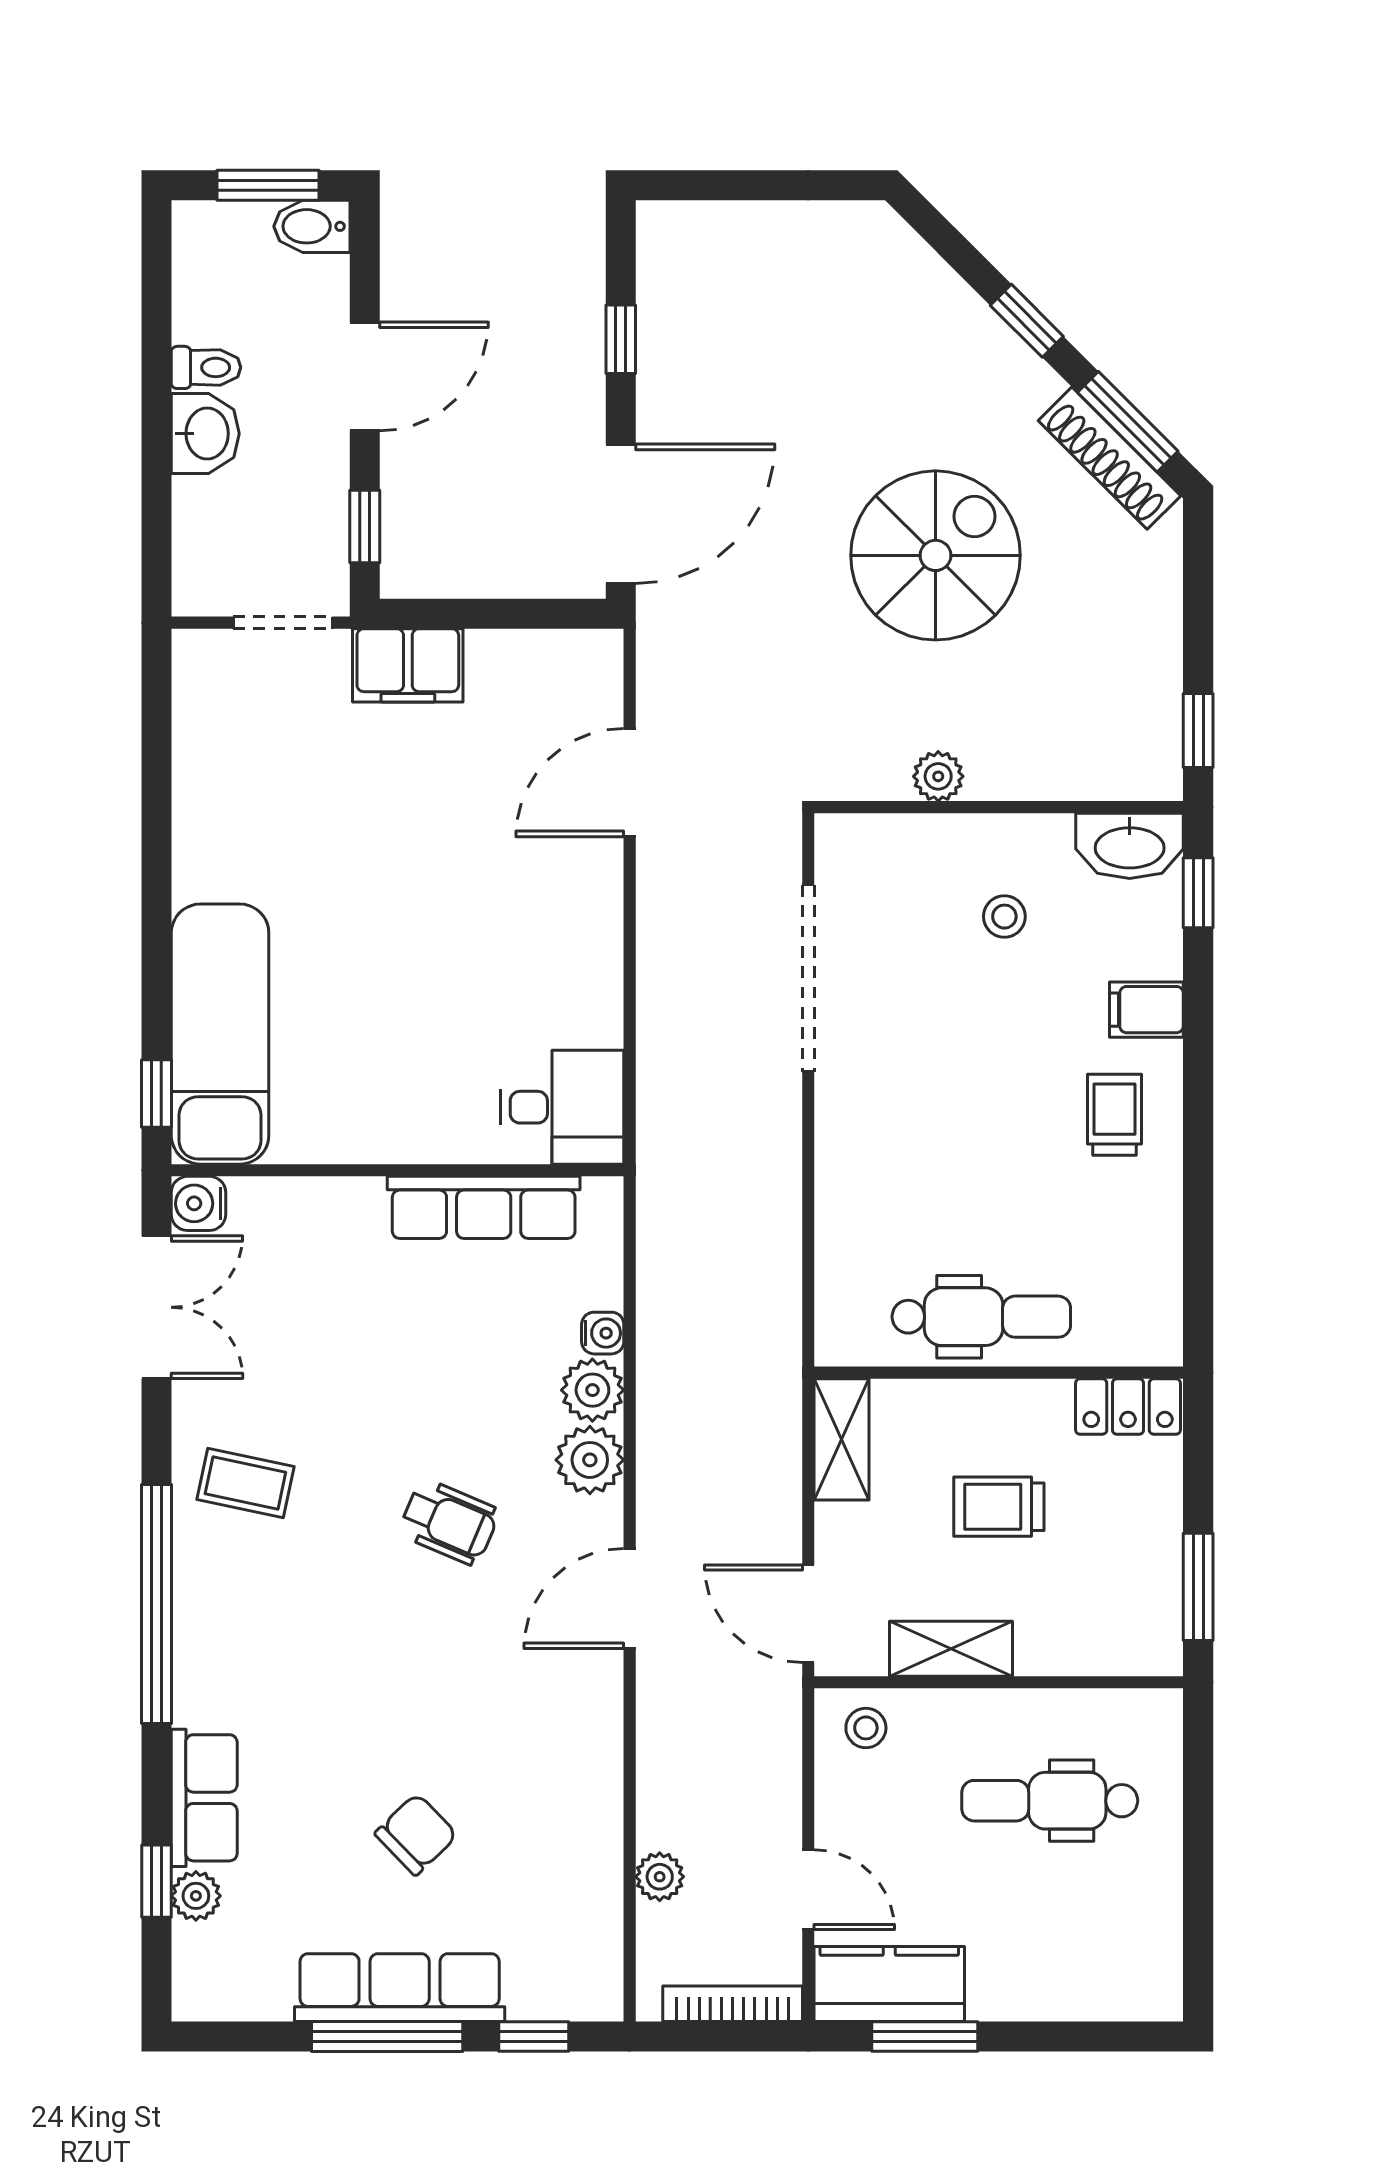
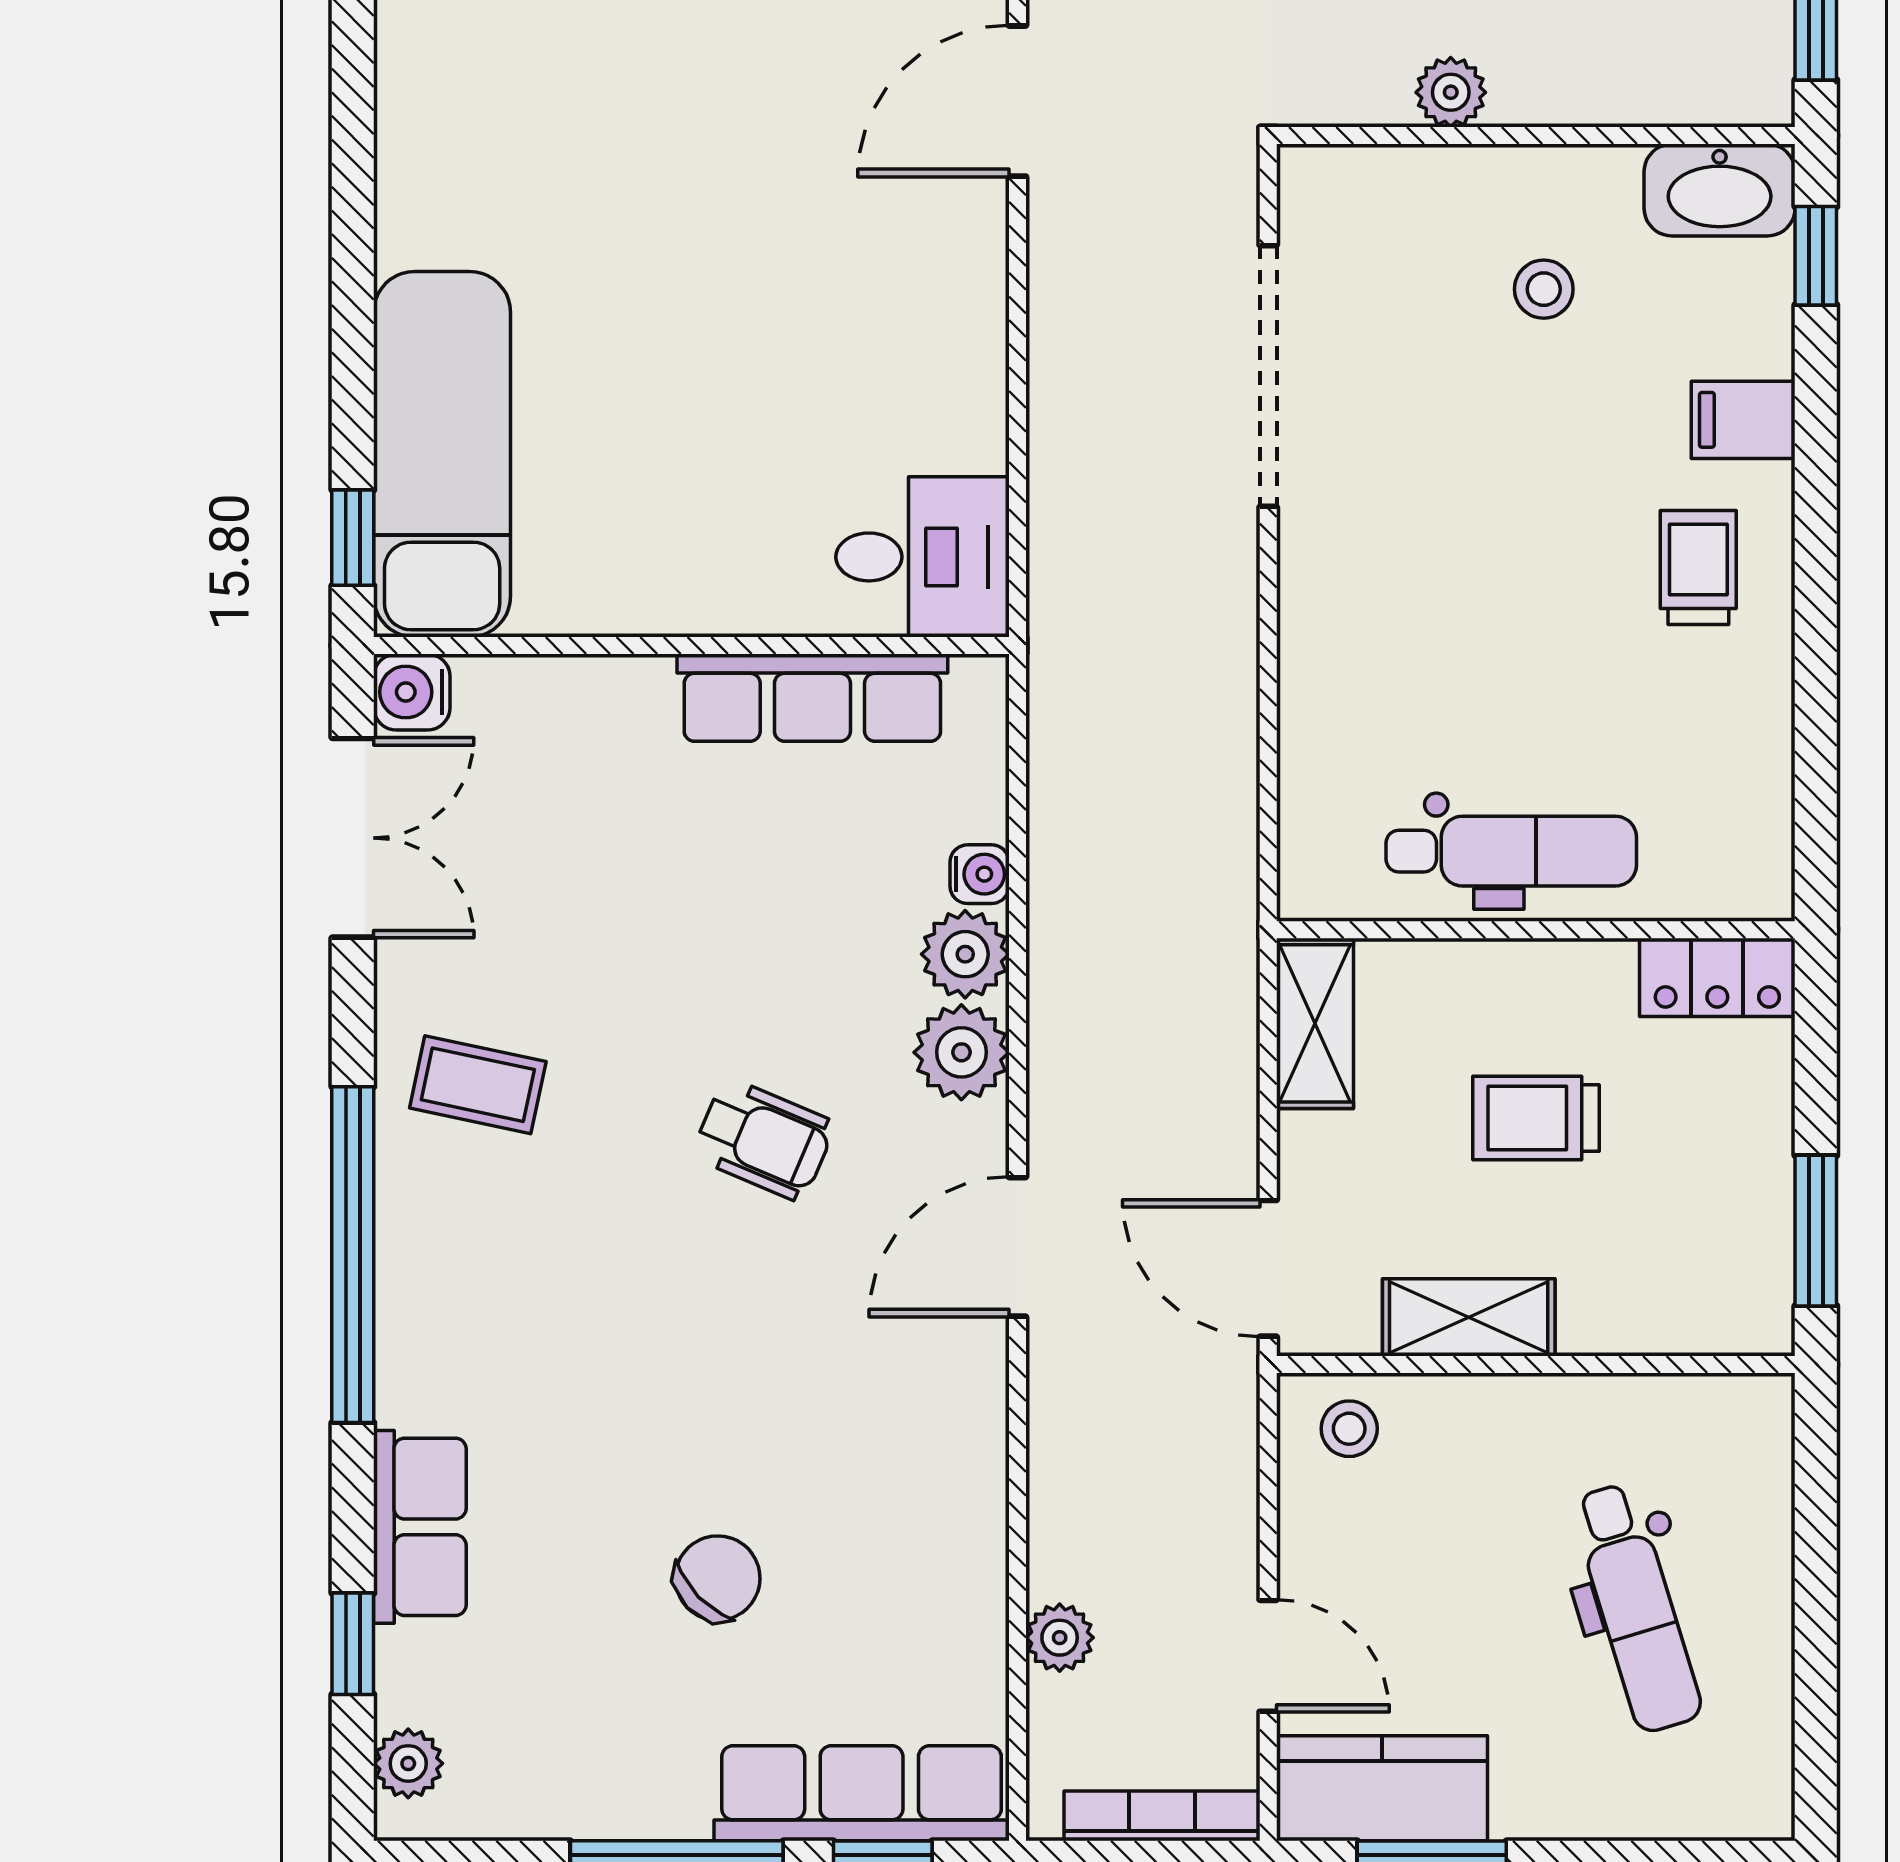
dental chair: (1050, 1801) -> (1636, 1608), moved, turned -107
plant: (196, 1896) -> (408, 1763), moved
row of seats: (400, 1988) -> (862, 1793), moved

